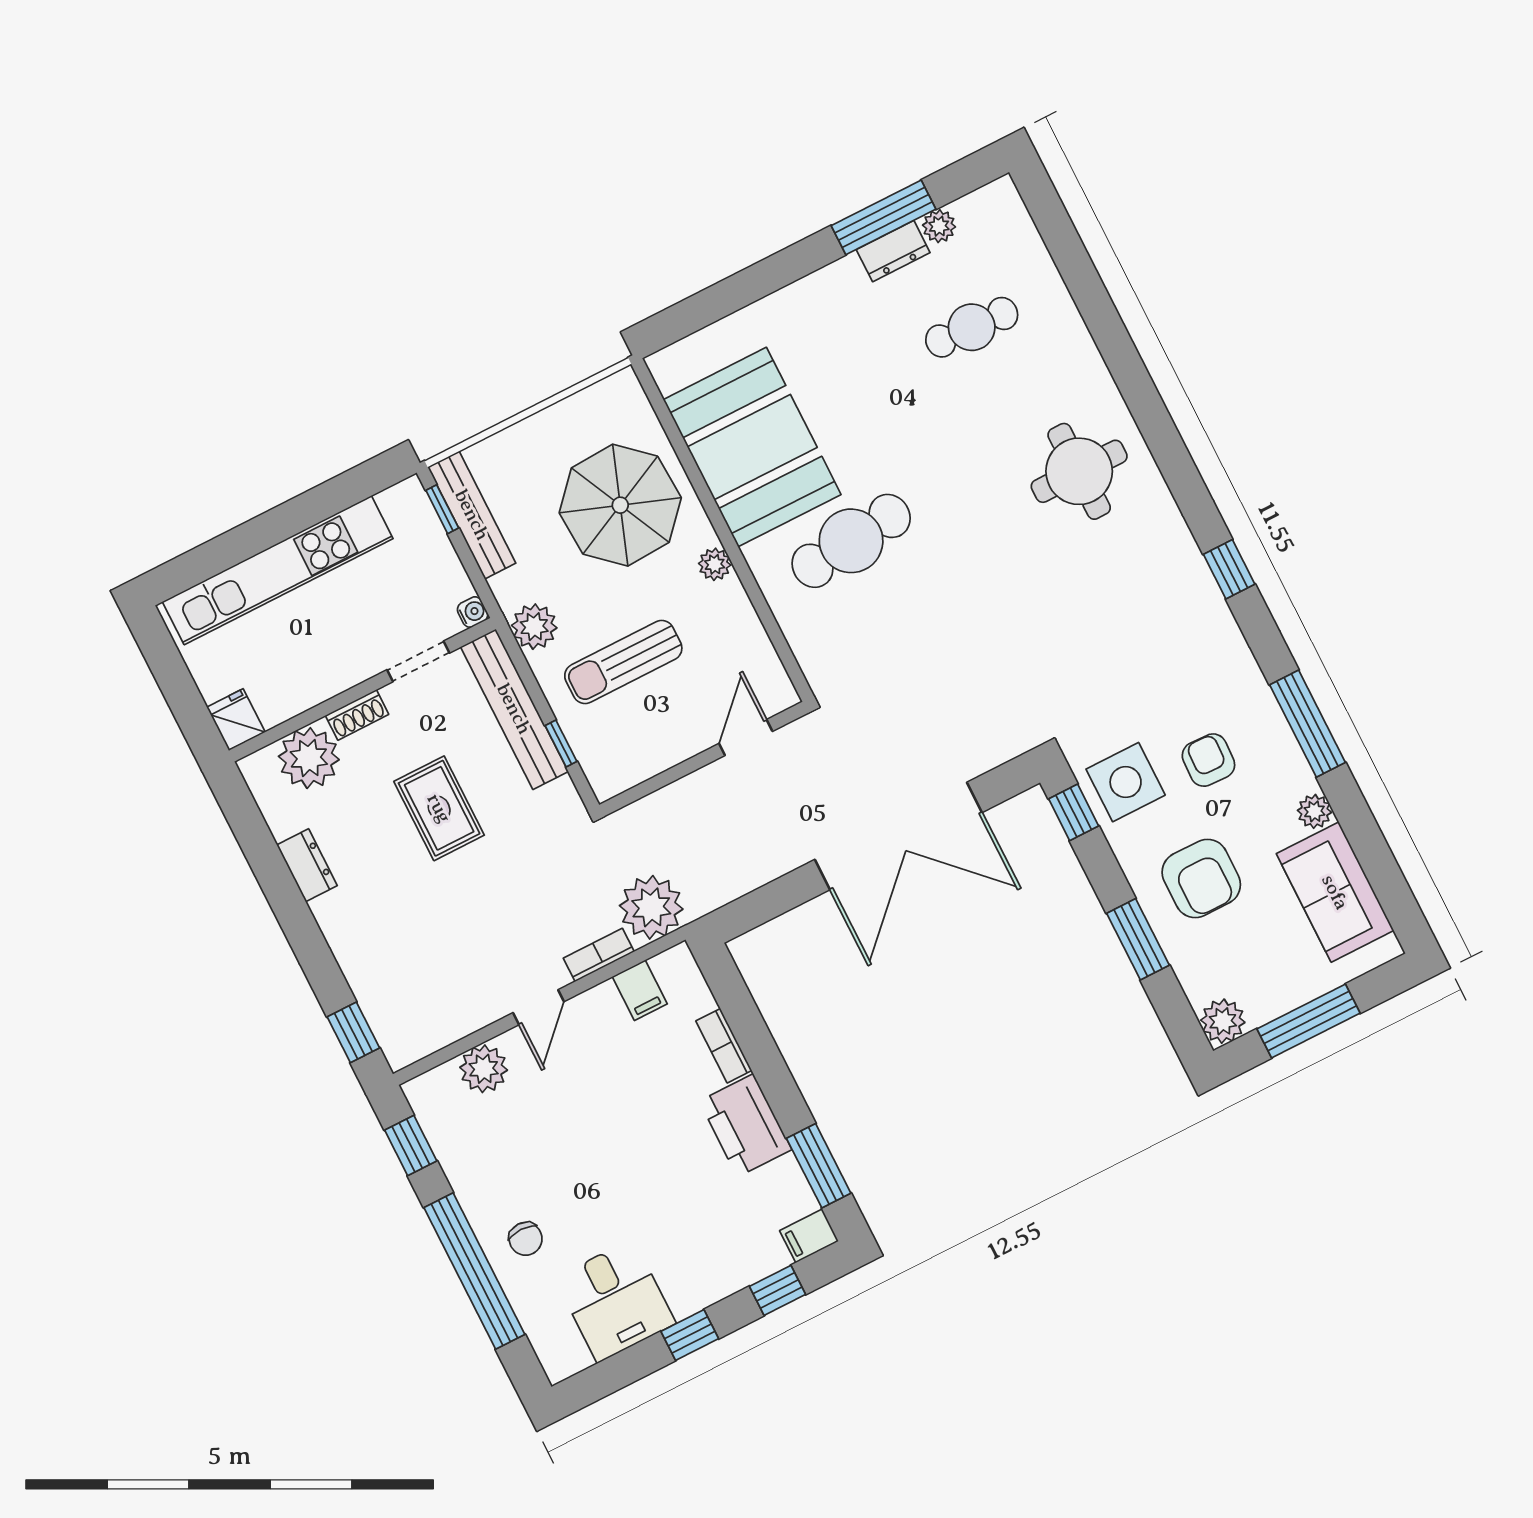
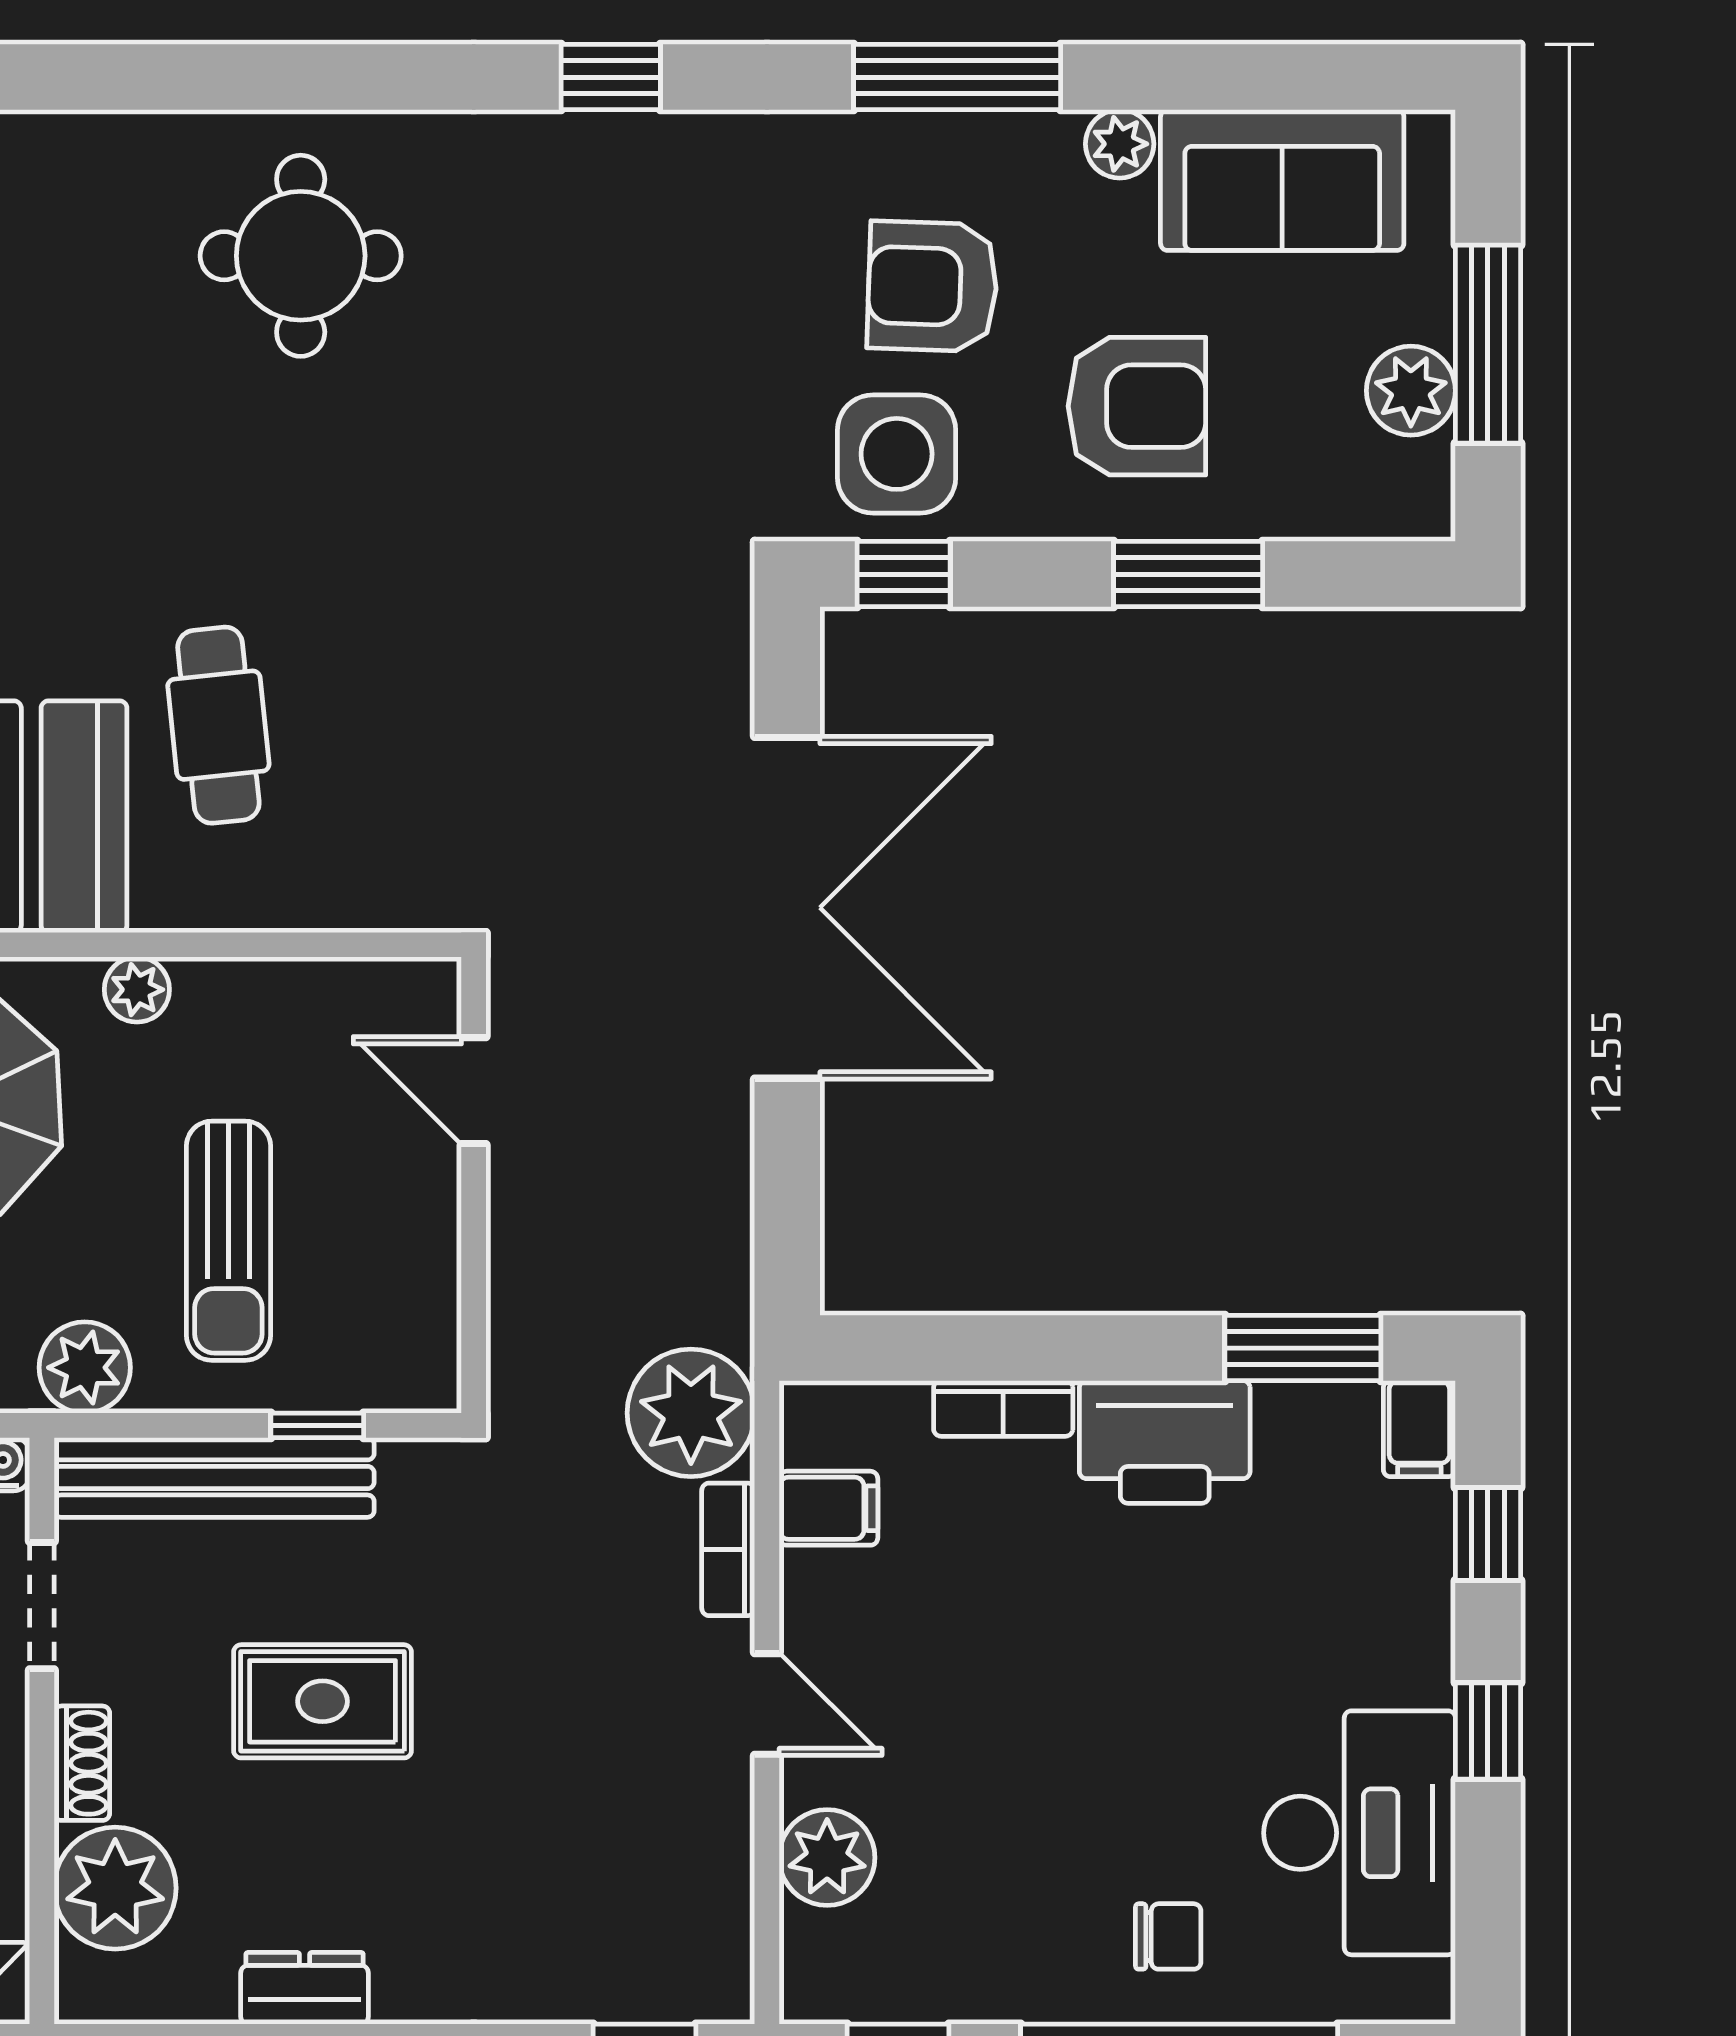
cafe table: (851, 541) -> (218, 725), width x0.73, depth x0.74
armchair: (1208, 760) -> (932, 286), width x1.38, depth x1.38
plant: (1223, 1021) -> (1411, 391), moved
desk: (615, 1301) -> (1360, 1833), width x1.37

